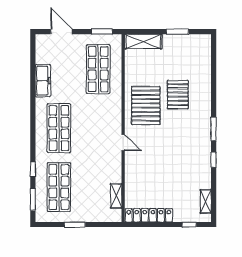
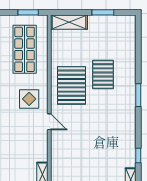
display table: (103, 119) -> (29, 99), added
window: (214, 129) -> (138, 95), moved
window: (214, 160) -> (138, 155), moved

